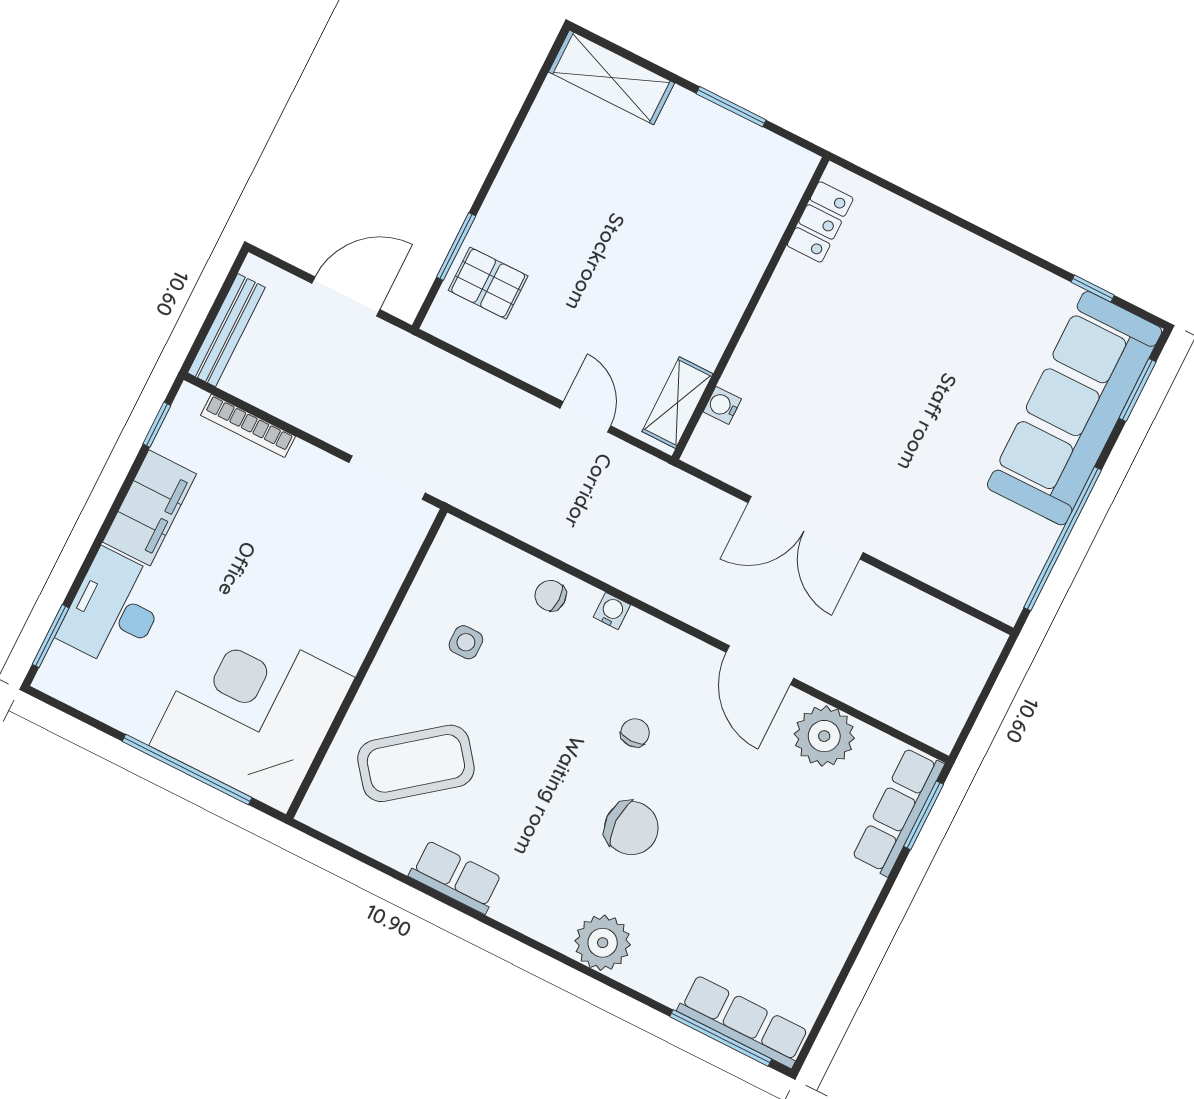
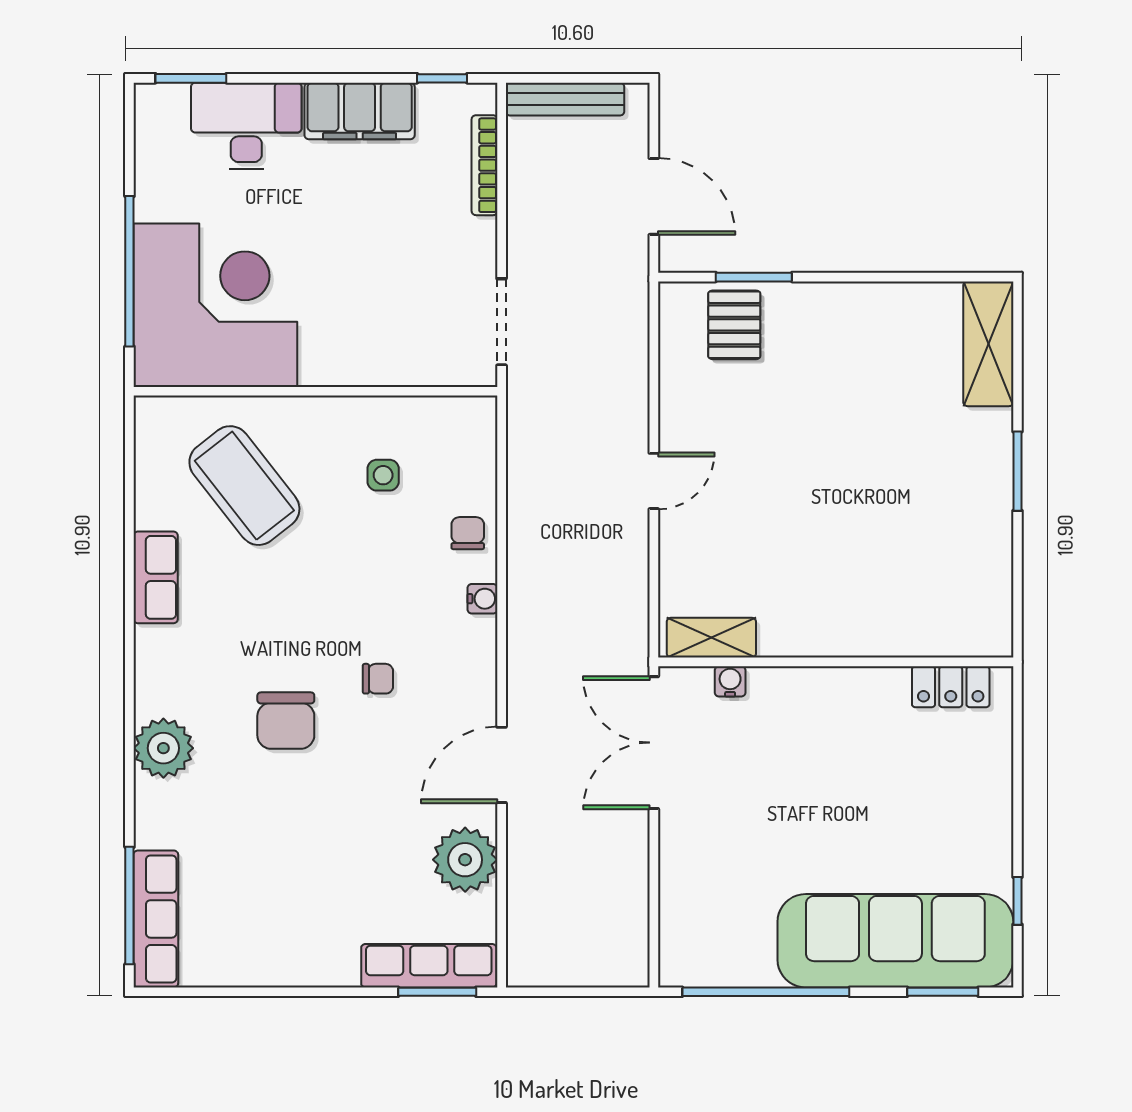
locker: (820, 222) -> (951, 687), moved
wall: (751, 308) -> (836, 662), moved
shelving: (678, 403) -> (711, 638), moved
water cooler: (722, 405) -> (730, 681), moved

